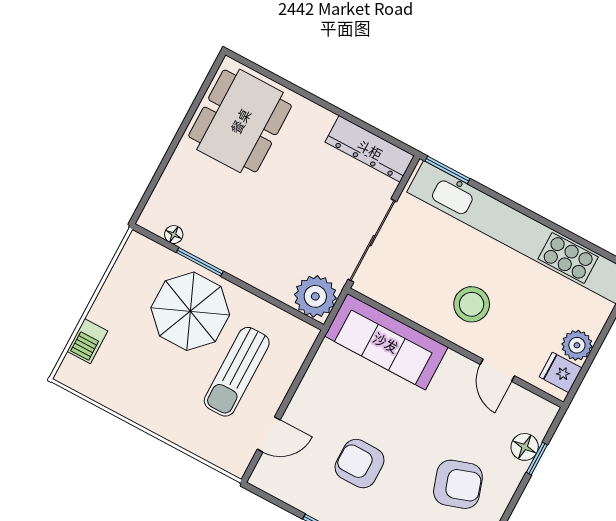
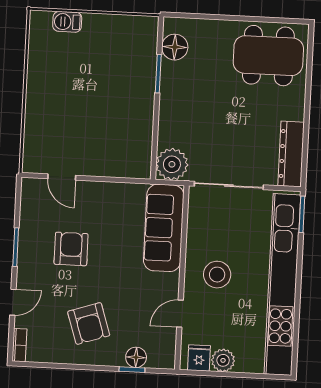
floor lamp: (174, 235) -> (175, 47), width x1.89, depth x1.89
parasol: (190, 311) -> (121, 83), removed
sun lounger: (237, 372) -> (95, 135), removed

